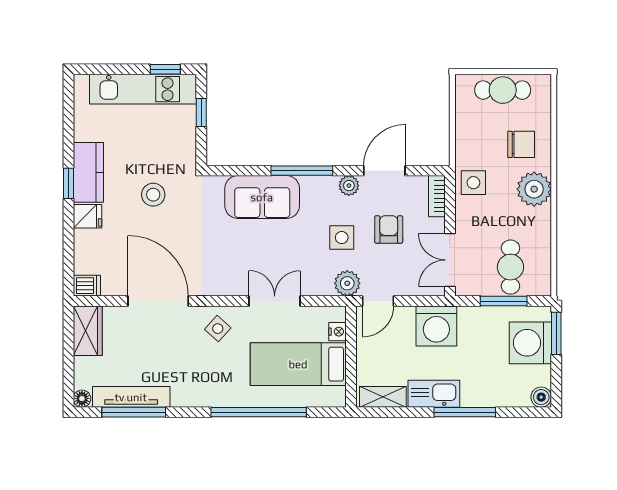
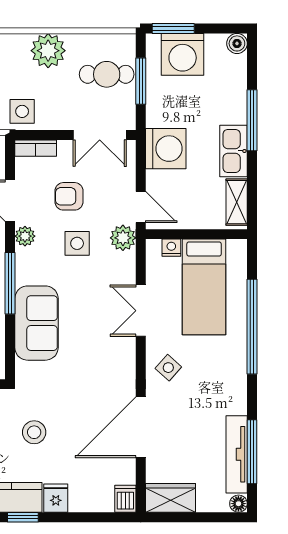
plant: (534, 189) -> (48, 51), moved

